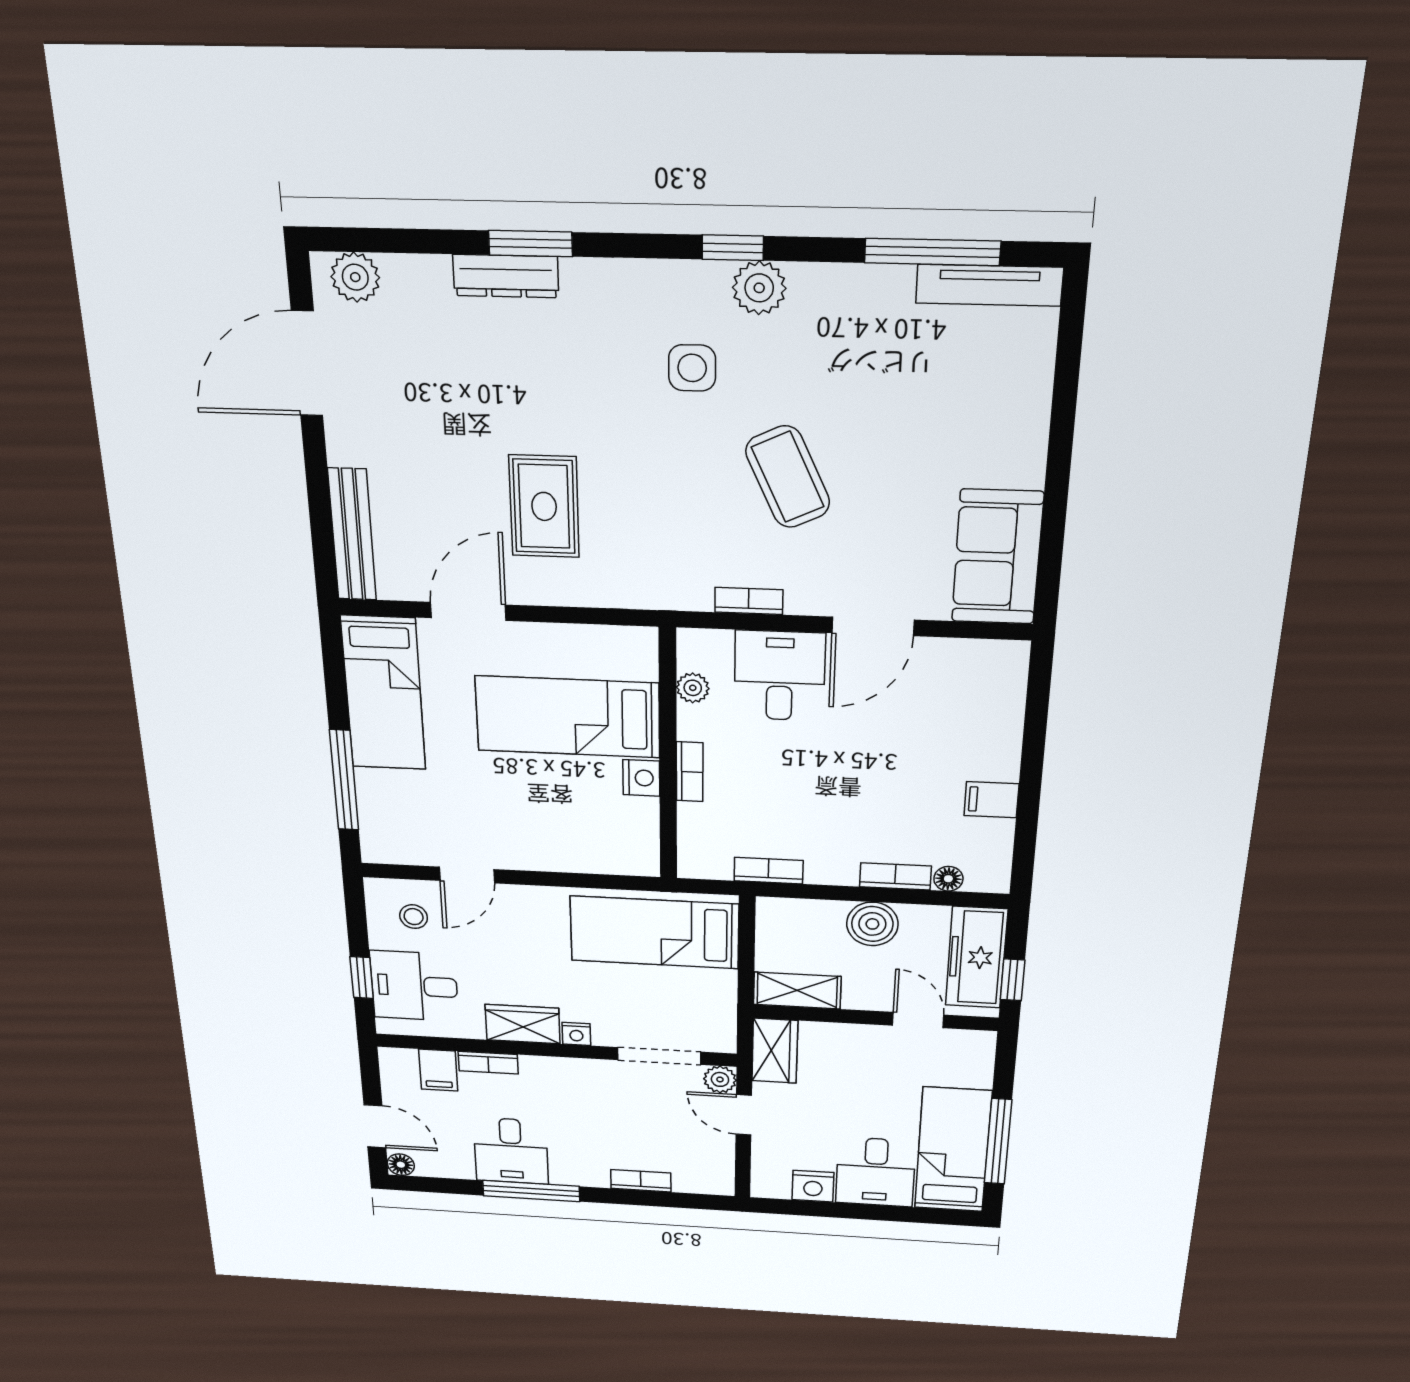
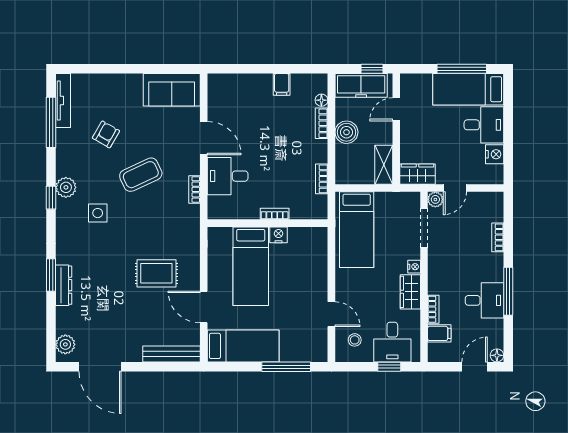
armchair: (893, 394) -> (106, 134), added
plant: (693, 688) -> (235, 213), removed

